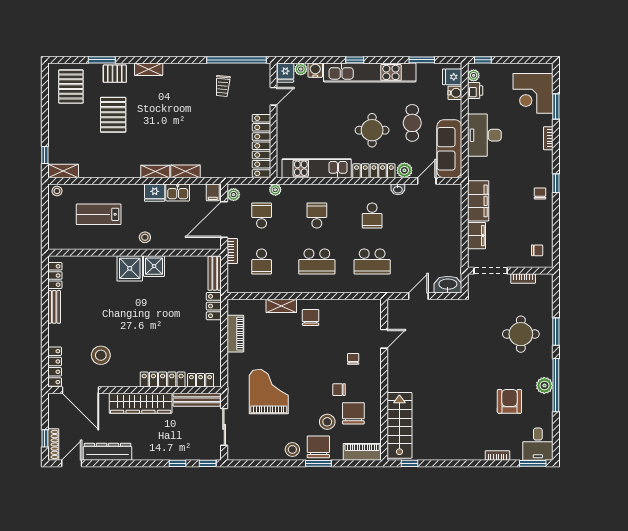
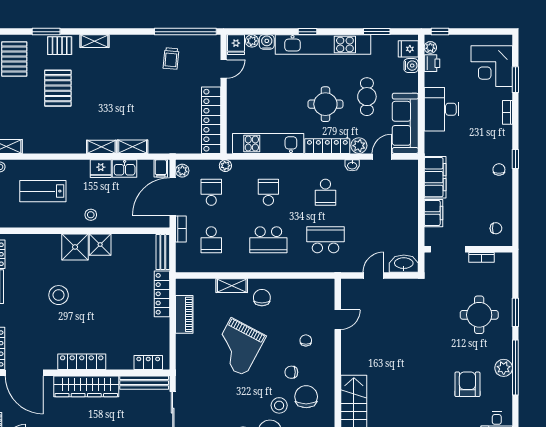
school desk: (372, 262) -> (325, 240), turned 180
locker: (214, 306) -> (162, 294), width x1.53
stool: (101, 355) -> (59, 295), moved
locker: (163, 380) -> (82, 362), moved
grand piano: (269, 391) -> (238, 347), moved, turned -152

